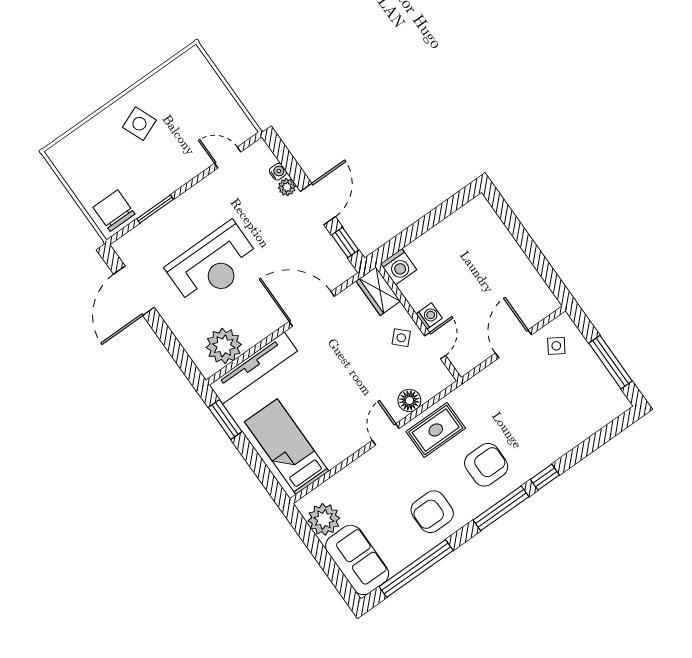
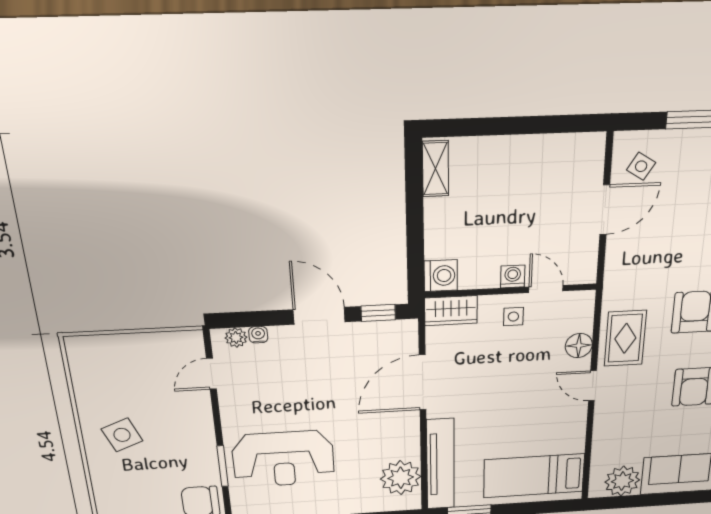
plant: (287, 187) -> (236, 338), moved
shelving: (468, 214) -> (436, 169), added
reception desk: (213, 265) -> (283, 459), moved, turned 90
side table: (401, 338) -> (513, 317), turned 45
door: (514, 344) -> (605, 210), swing flipped

